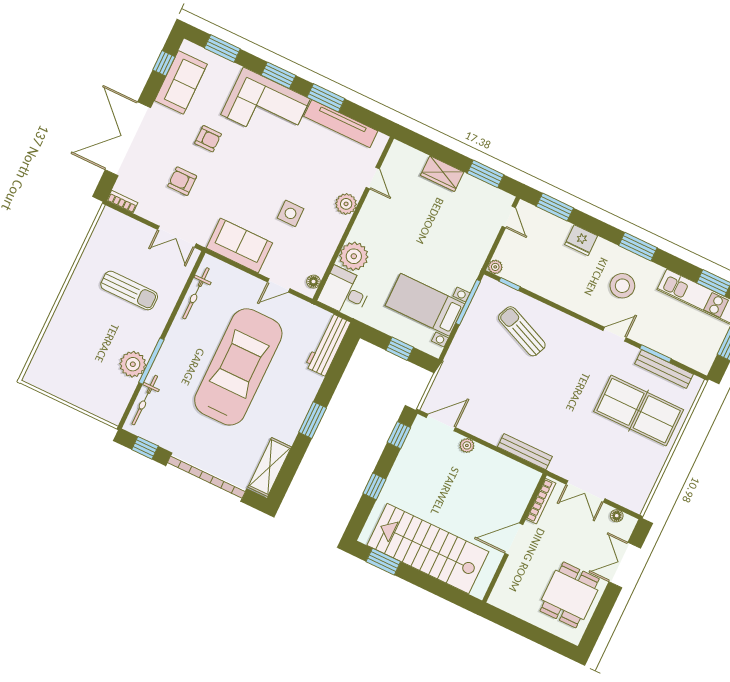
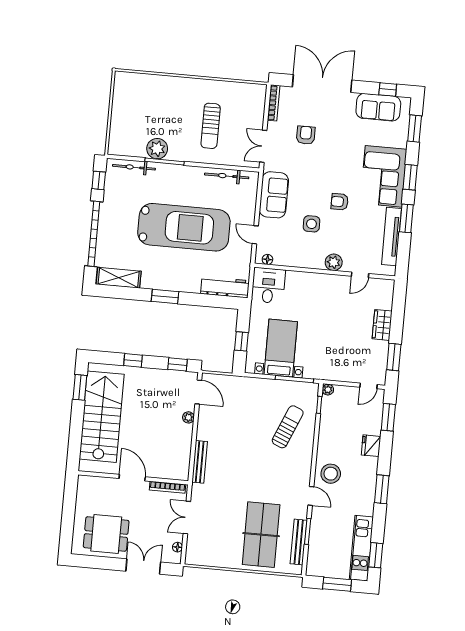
armchair: (208, 139) -> (340, 202), moved, turned 90
bookcase: (122, 202) -> (274, 103), width x1.56
plant: (354, 256) -> (297, 282), removed
stool: (622, 286) -> (331, 474), moved

